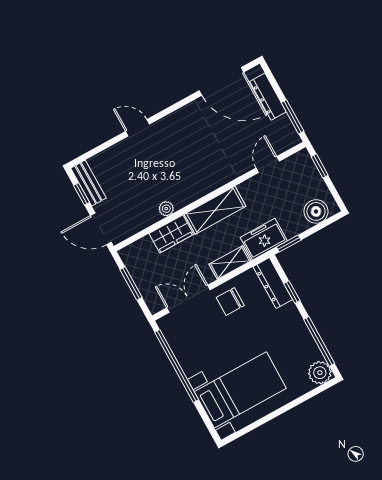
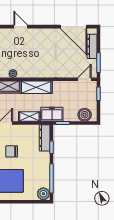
door: (268, 165) -> (85, 79), moved
chair: (230, 301) -> (12, 151), moved

